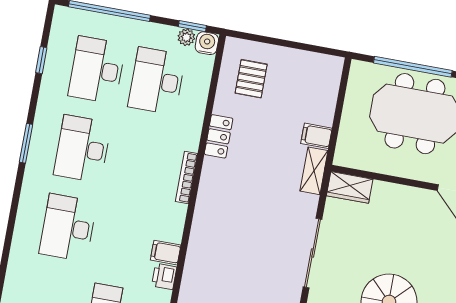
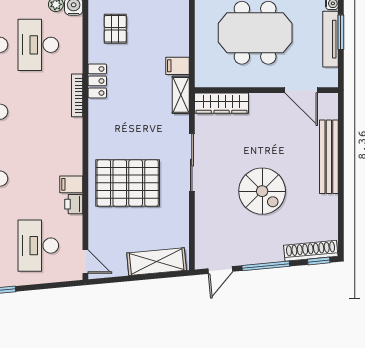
bookcase: (187, 177) -> (77, 95), moved
wardrobe: (350, 187) -> (222, 103), width x1.50
pallet: (232, 263) -> (128, 183), added

